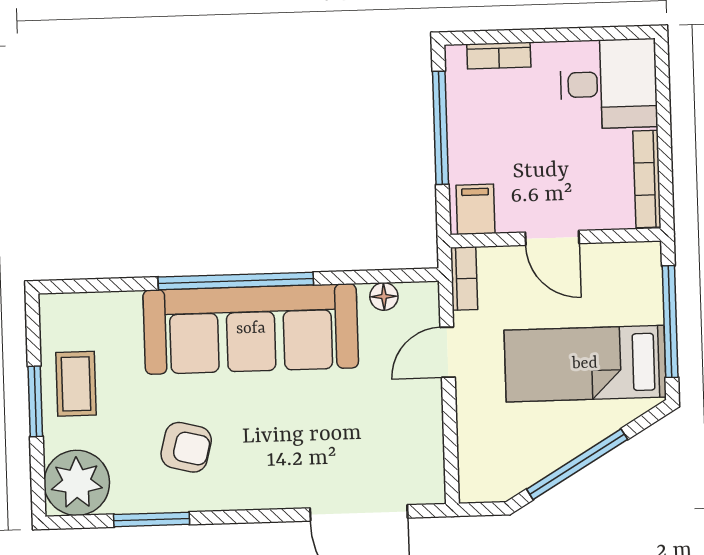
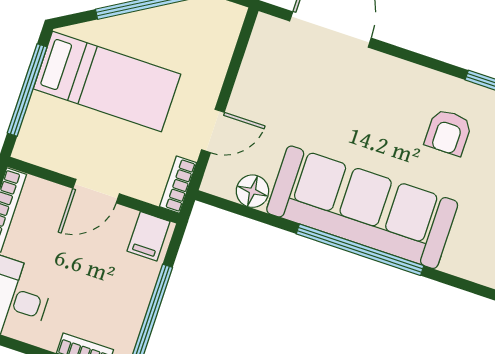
door: (552, 238) -> (96, 191), swing flipped
floor lamp: (384, 296) -> (252, 191), width x1.37, depth x1.37
armchair: (186, 447) -> (448, 132), turned -104

